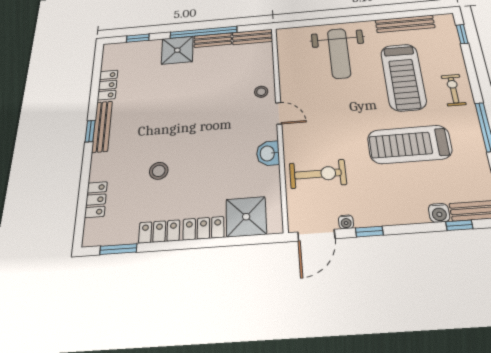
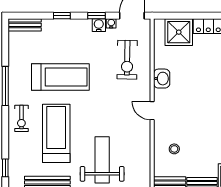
stool: (261, 92) -> (174, 149), moved
exercise bike: (318, 174) -> (127, 60), turned -89
water cooler: (439, 213) -> (99, 25), moved
window: (459, 225) -> (62, 16), moved

